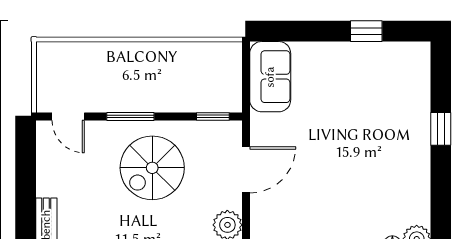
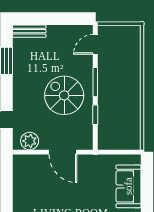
sofa: (270, 77) -> (128, 186), moved, turned 90
window: (213, 116) -> (95, 115), moved

